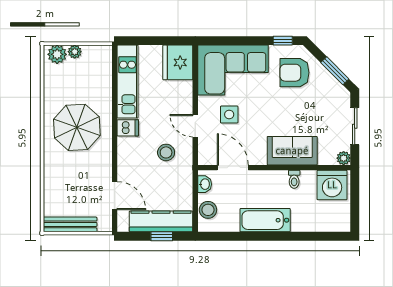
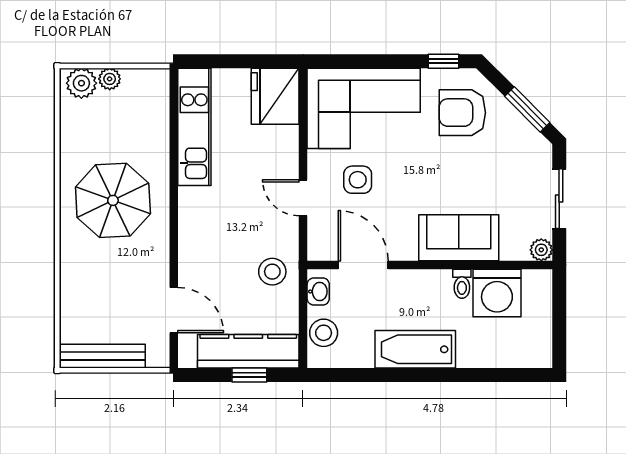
dishwasher: (128, 128) -> (195, 201), removed
stool: (166, 152) -> (272, 272), moved
washing machine: (332, 185) -> (497, 293), moved

